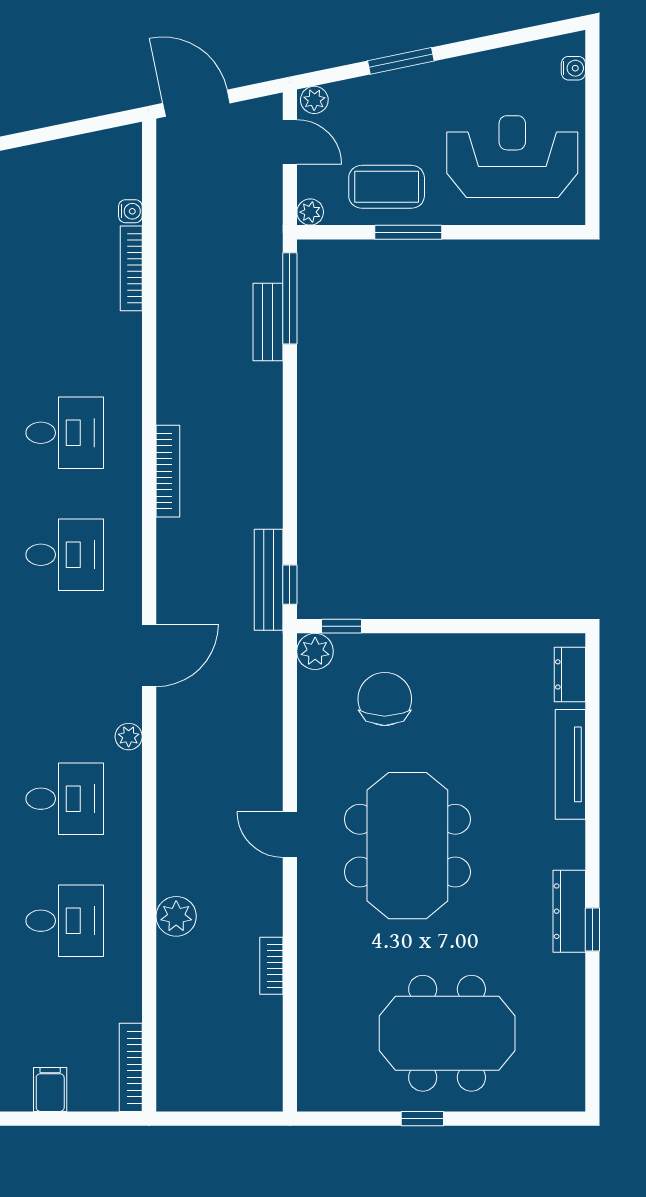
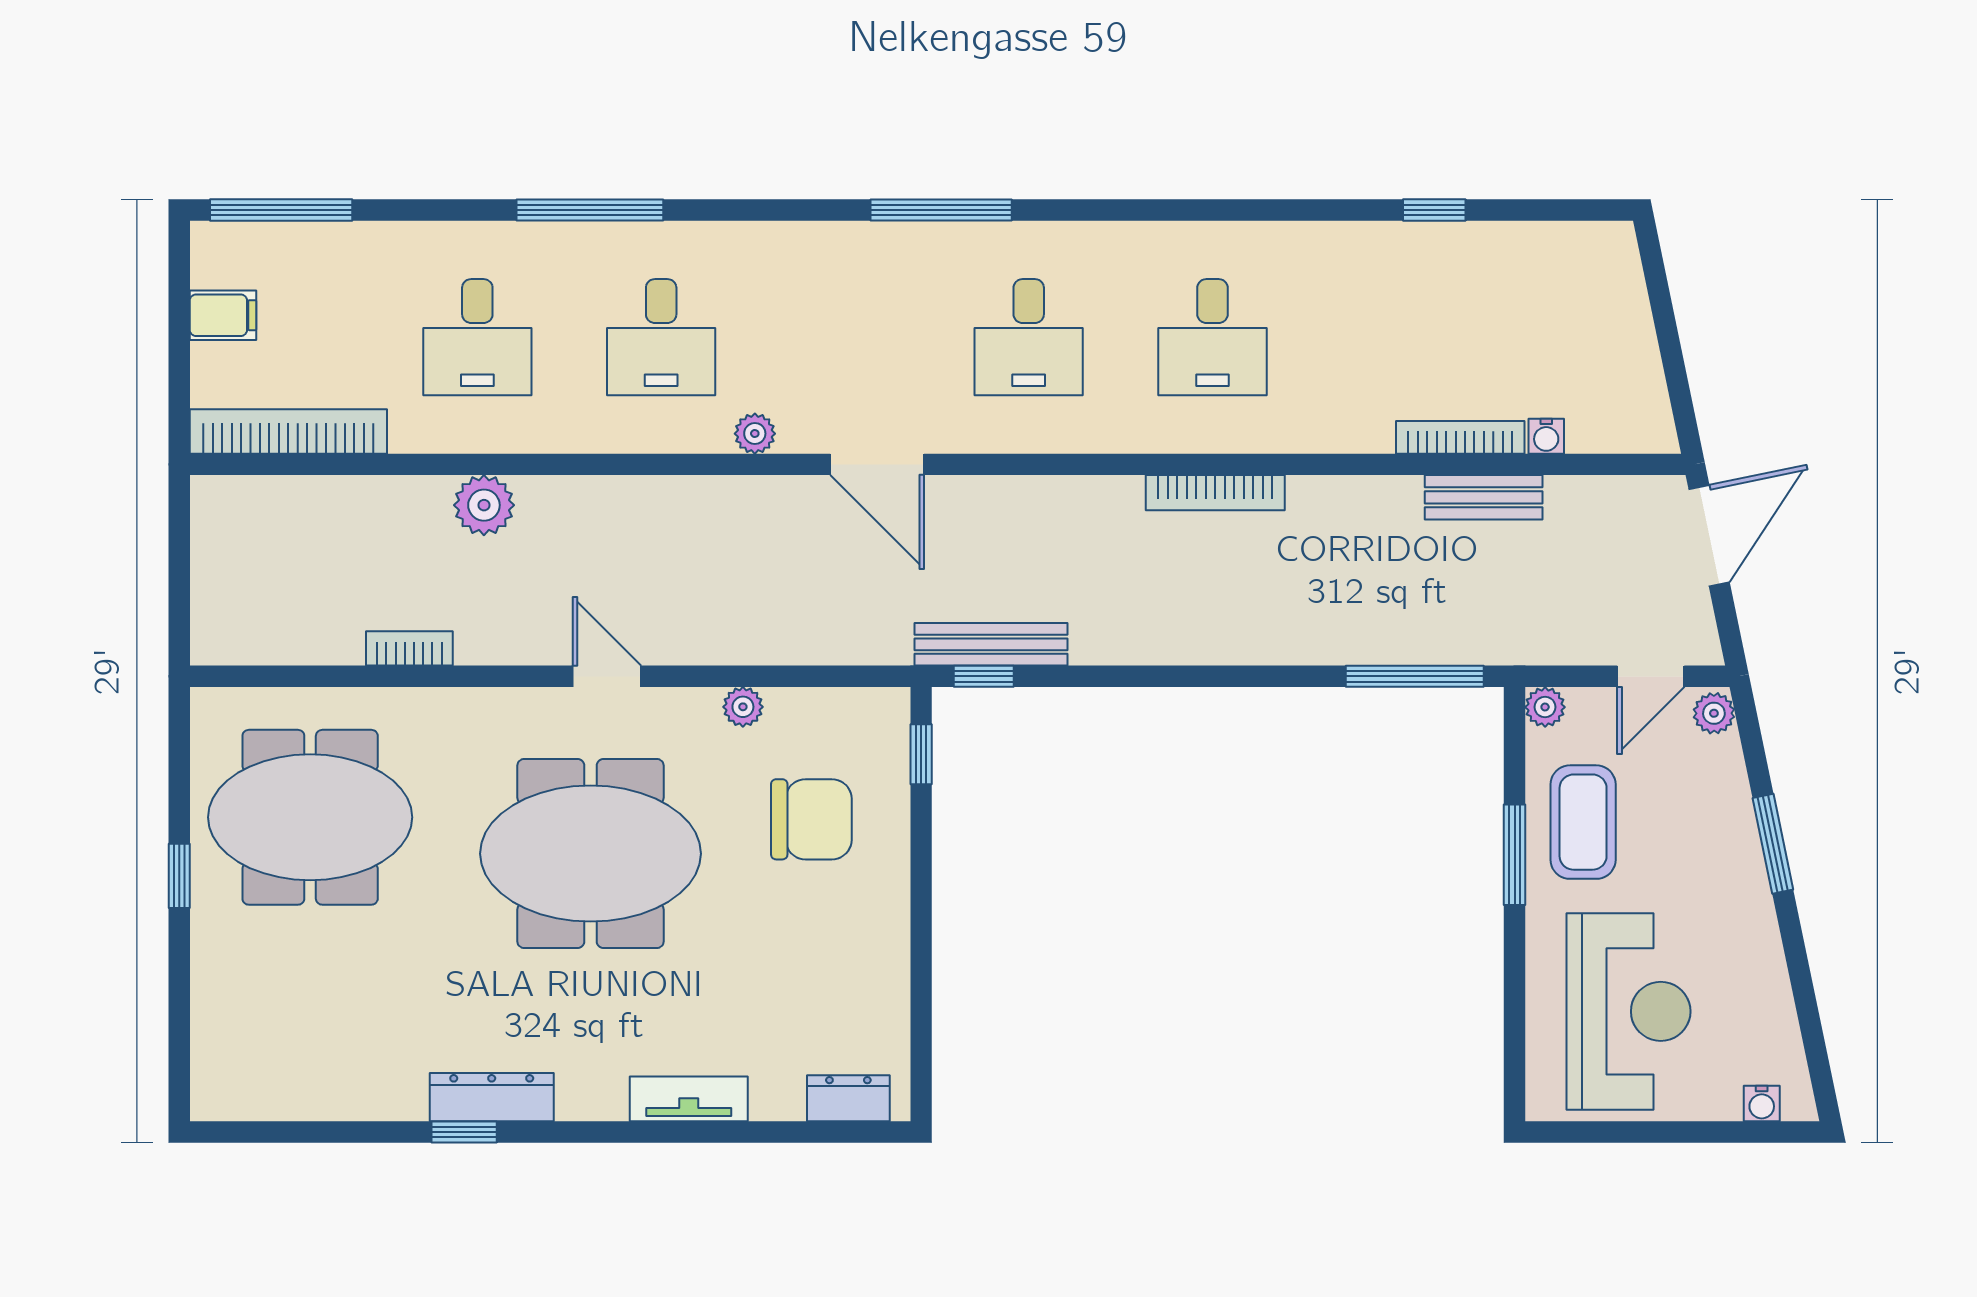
bench: (268, 322) -> (1484, 497), moved
bookcase: (168, 471) -> (1215, 493), moved
plant: (315, 651) -> (743, 707), moved, width x0.73, depth x0.73
tv unit: (570, 764) -> (689, 1099), width x0.71
door: (290, 835) -> (607, 676), hinge flipped
meeting table: (447, 1033) -> (310, 817), moved, turned 90
bookcase: (131, 1067) -> (288, 431), width x1.48, depth x1.31

